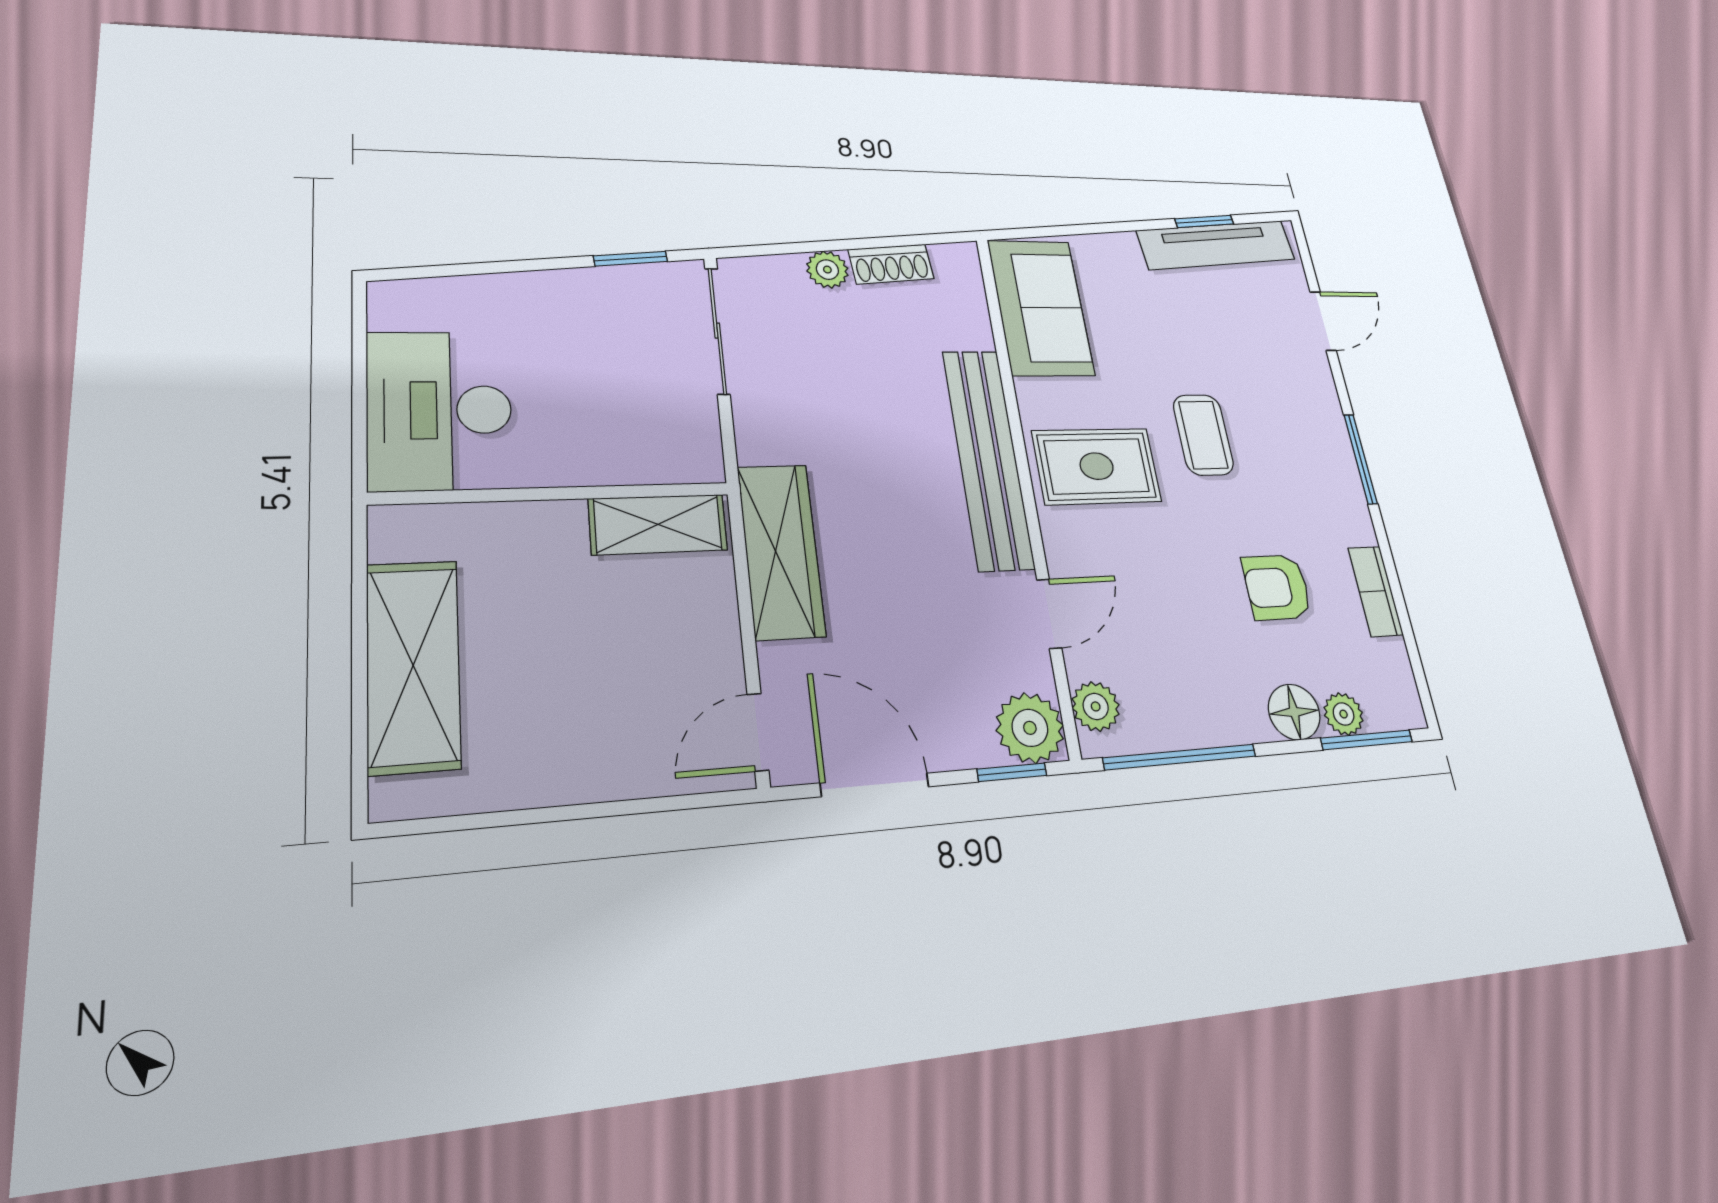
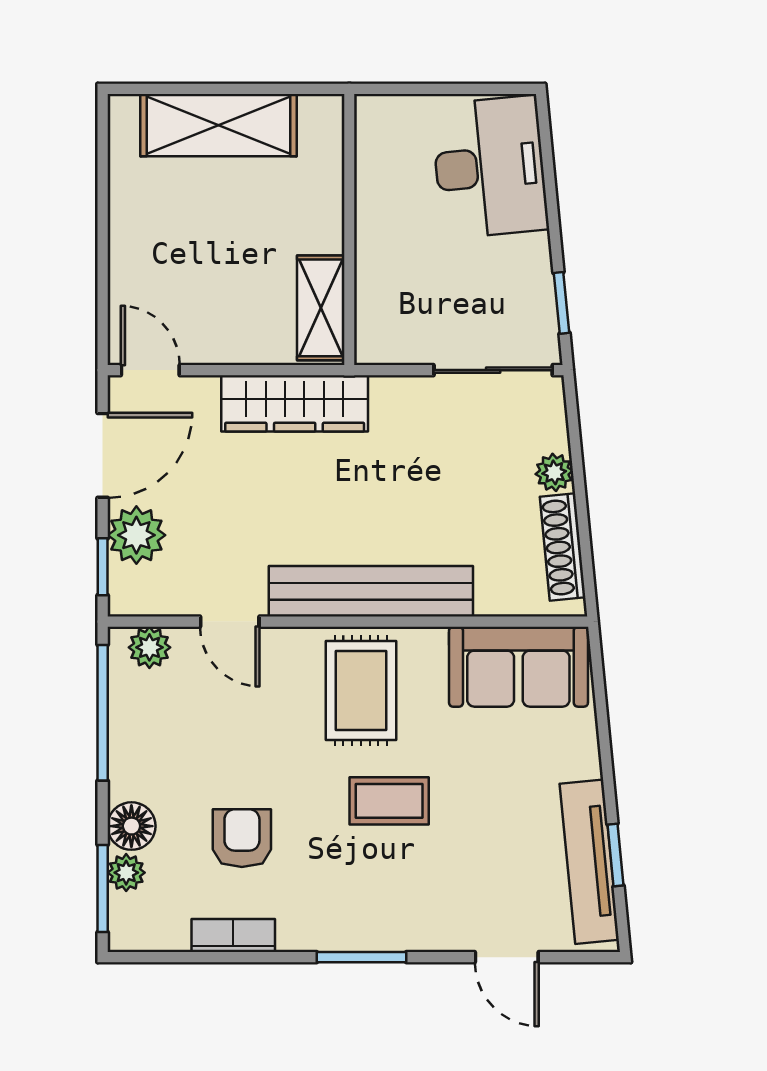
shoe rack: (891, 264) -> (563, 547), width x1.43
desk: (440, 410) -> (490, 167), moved, turned 84
plant: (1030, 728) -> (136, 535), moved

